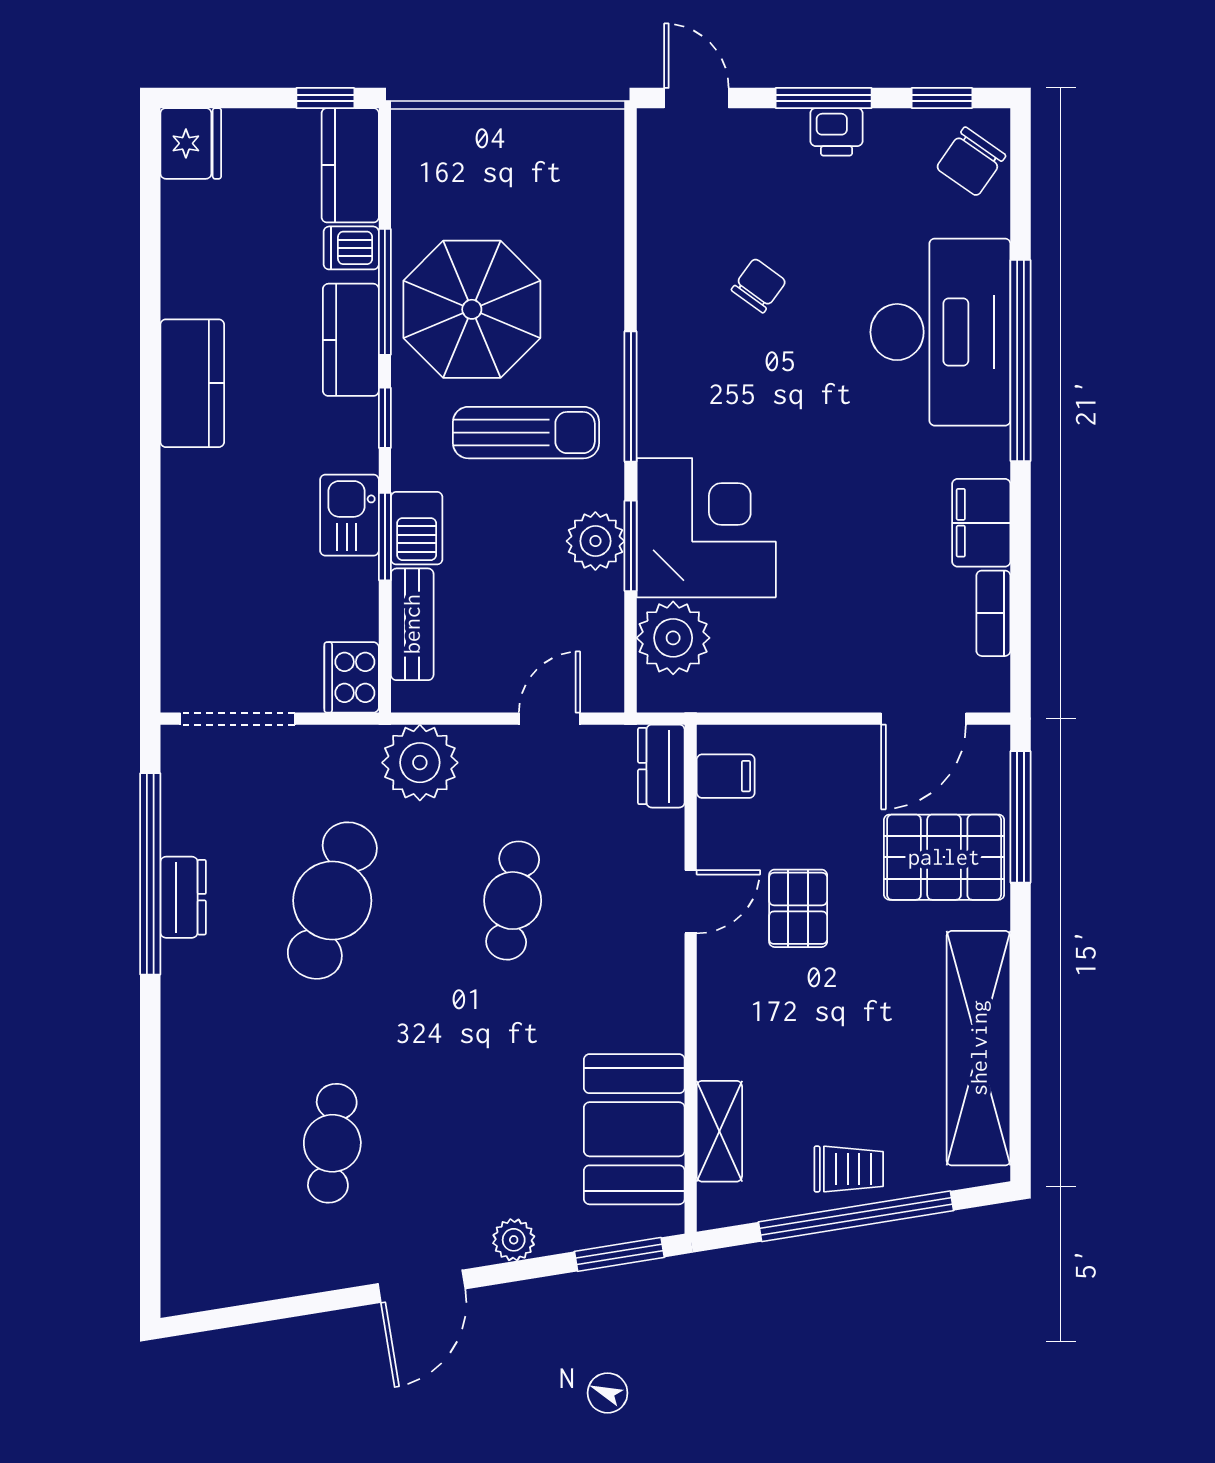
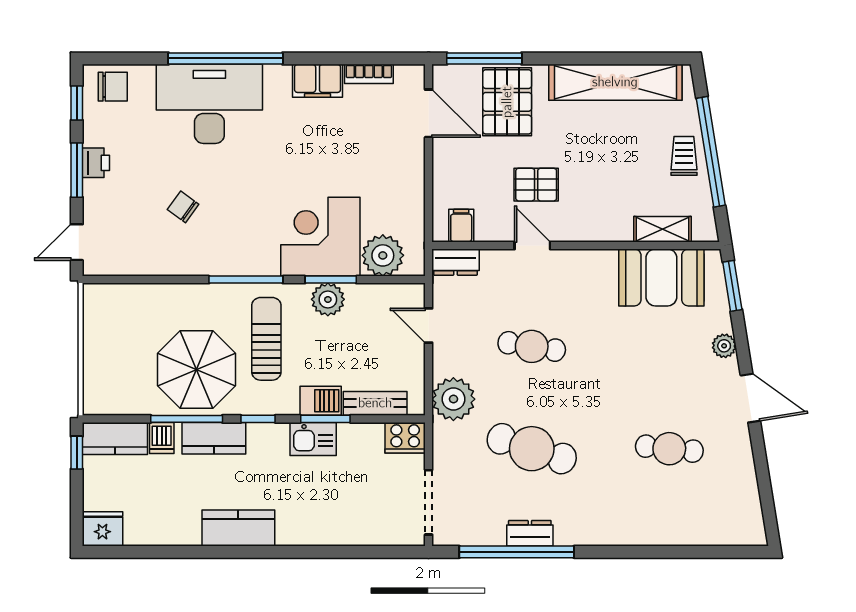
chair: (971, 162) -> (113, 87), turned -35

